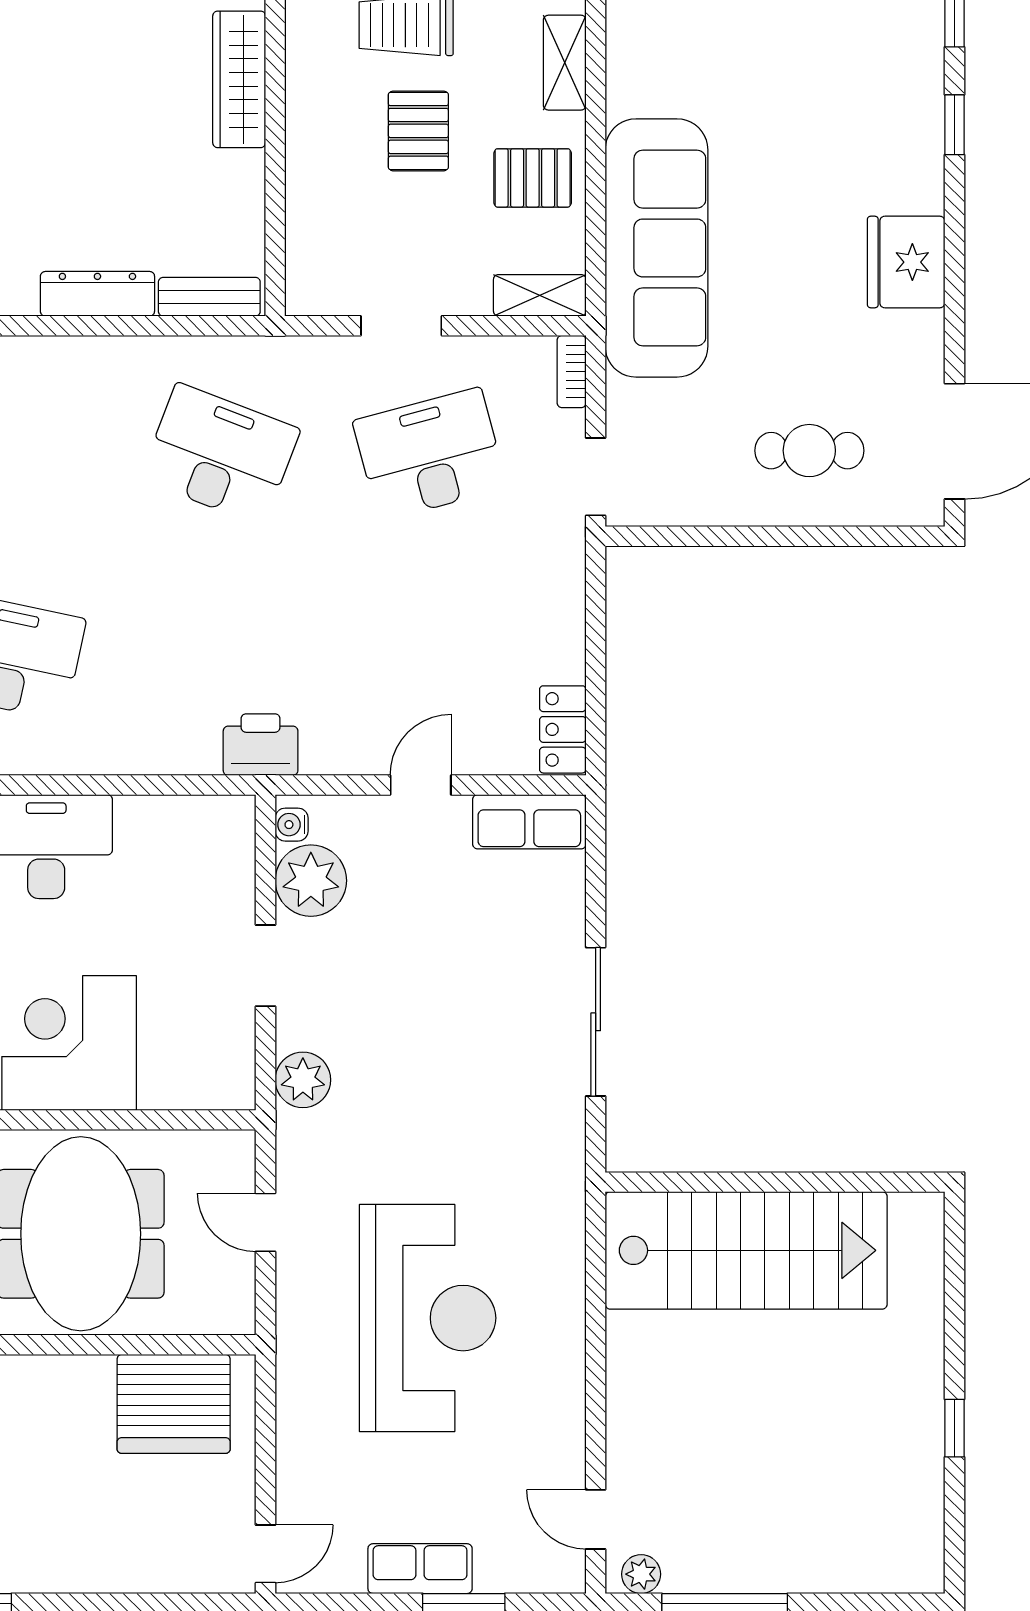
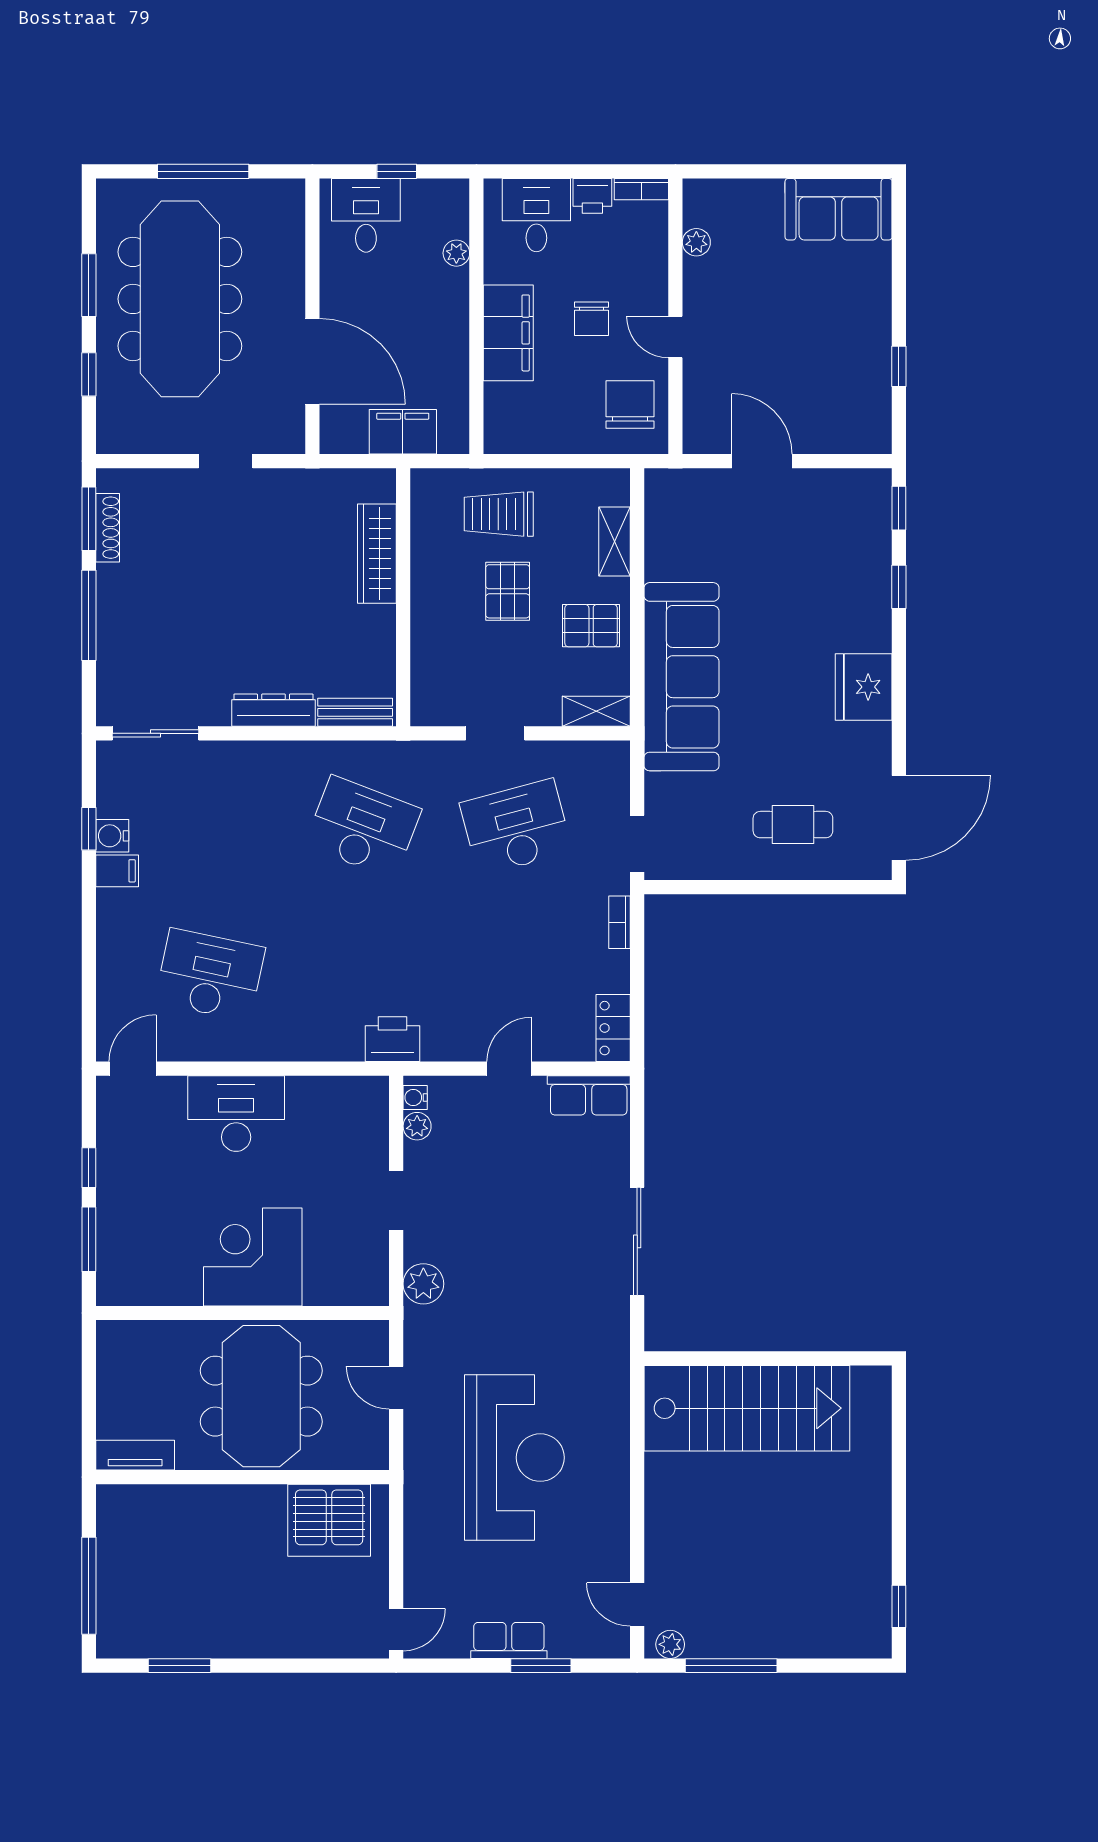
bookcase: (572, 372) -> (620, 922), moved
plant: (311, 881) -> (417, 1126), width x0.53, depth x0.53
window: (954, 1428) -> (899, 1606), moved

